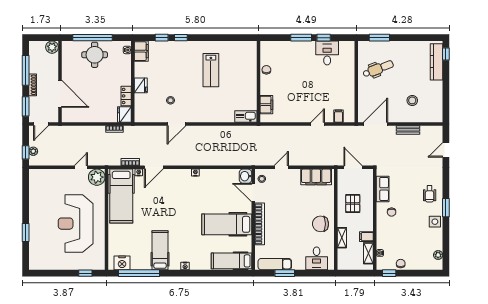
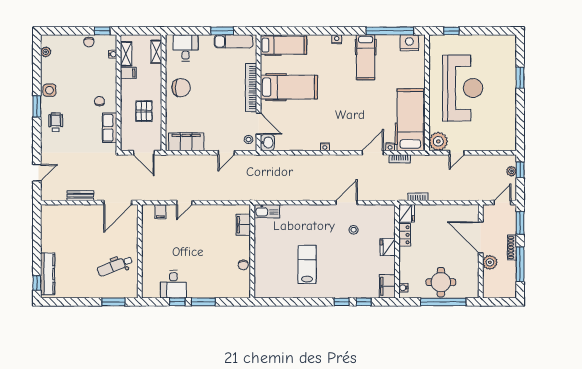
plant: (52, 47) -> (490, 262), moved
stool: (412, 100) -> (76, 230), removed
shelving: (342, 238) -> (156, 52), moved

